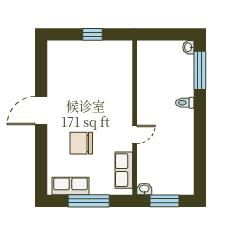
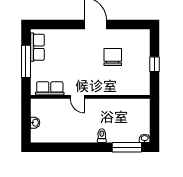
chair: (81, 143) -> (113, 57), moved
washbasin: (144, 189) -> (35, 123), moved
window: (165, 201) -> (26, 120), removed

